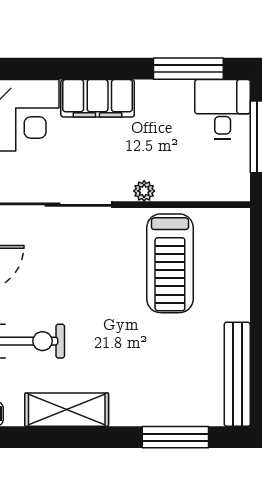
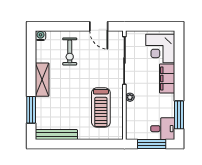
treadmill: (170, 263) -> (101, 108), turned -90
shelving: (67, 410) -> (42, 80), moved

